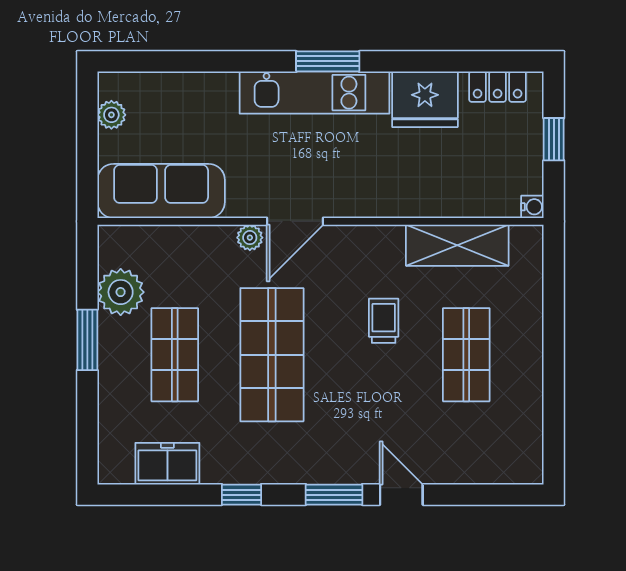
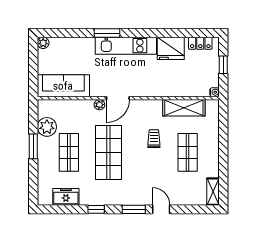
window: (328, 61) -> (107, 33), moved
plant: (111, 115) -> (43, 43), moved
shelving: (529, 451) -> (213, 192), added

